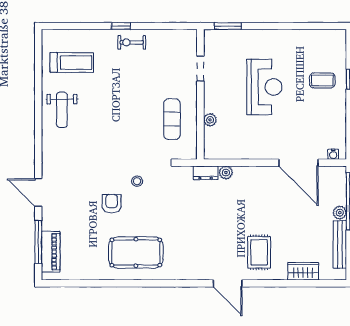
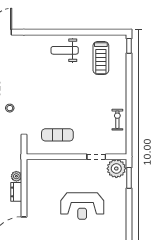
window: (121, 26) -> (129, 46), moved
exercise bike: (132, 42) -> (117, 120), moved
plant: (210, 120) -> (116, 169), moved, width x1.88, depth x1.88
dresser: (206, 173) -> (16, 192), moved

